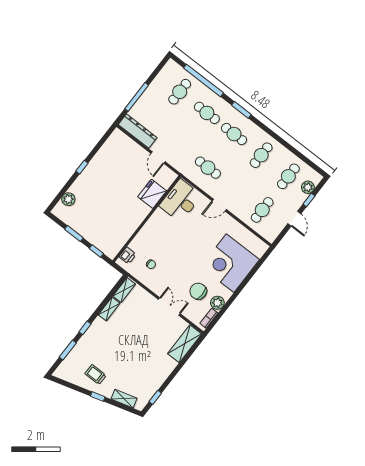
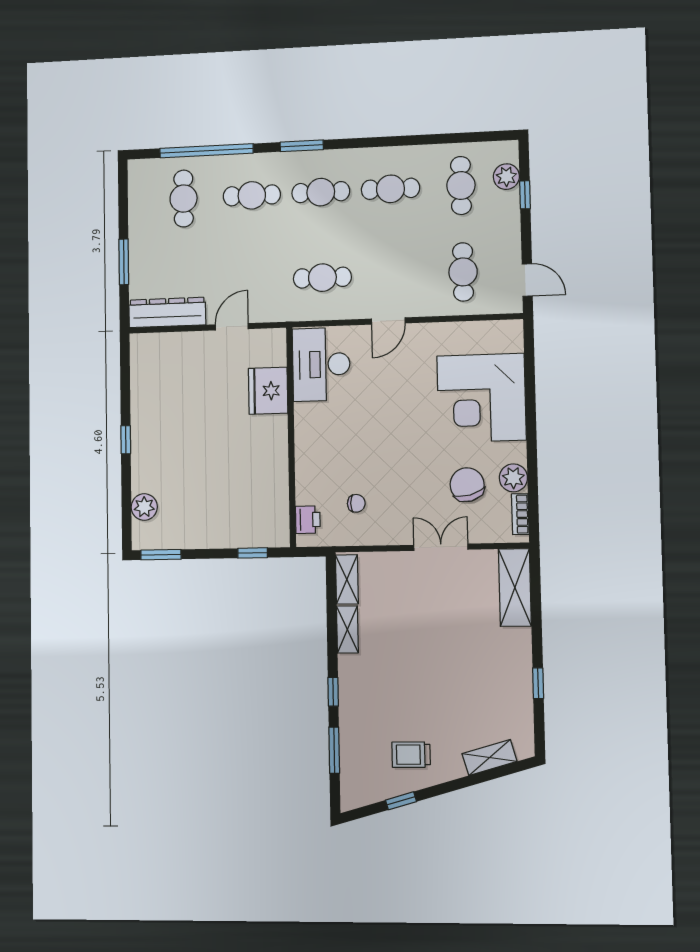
window: (137, 97) -> (124, 262), width x0.69
cafe table: (261, 155) -> (390, 189), turned 90
door: (158, 158) -> (232, 327), swing flipped
door: (294, 219) -> (527, 280), moved
window: (74, 234) -> (161, 555), moved
chair: (198, 291) -> (467, 485), turned 75
window: (98, 396) -> (401, 801), moved
window: (155, 397) -> (538, 683), moved

